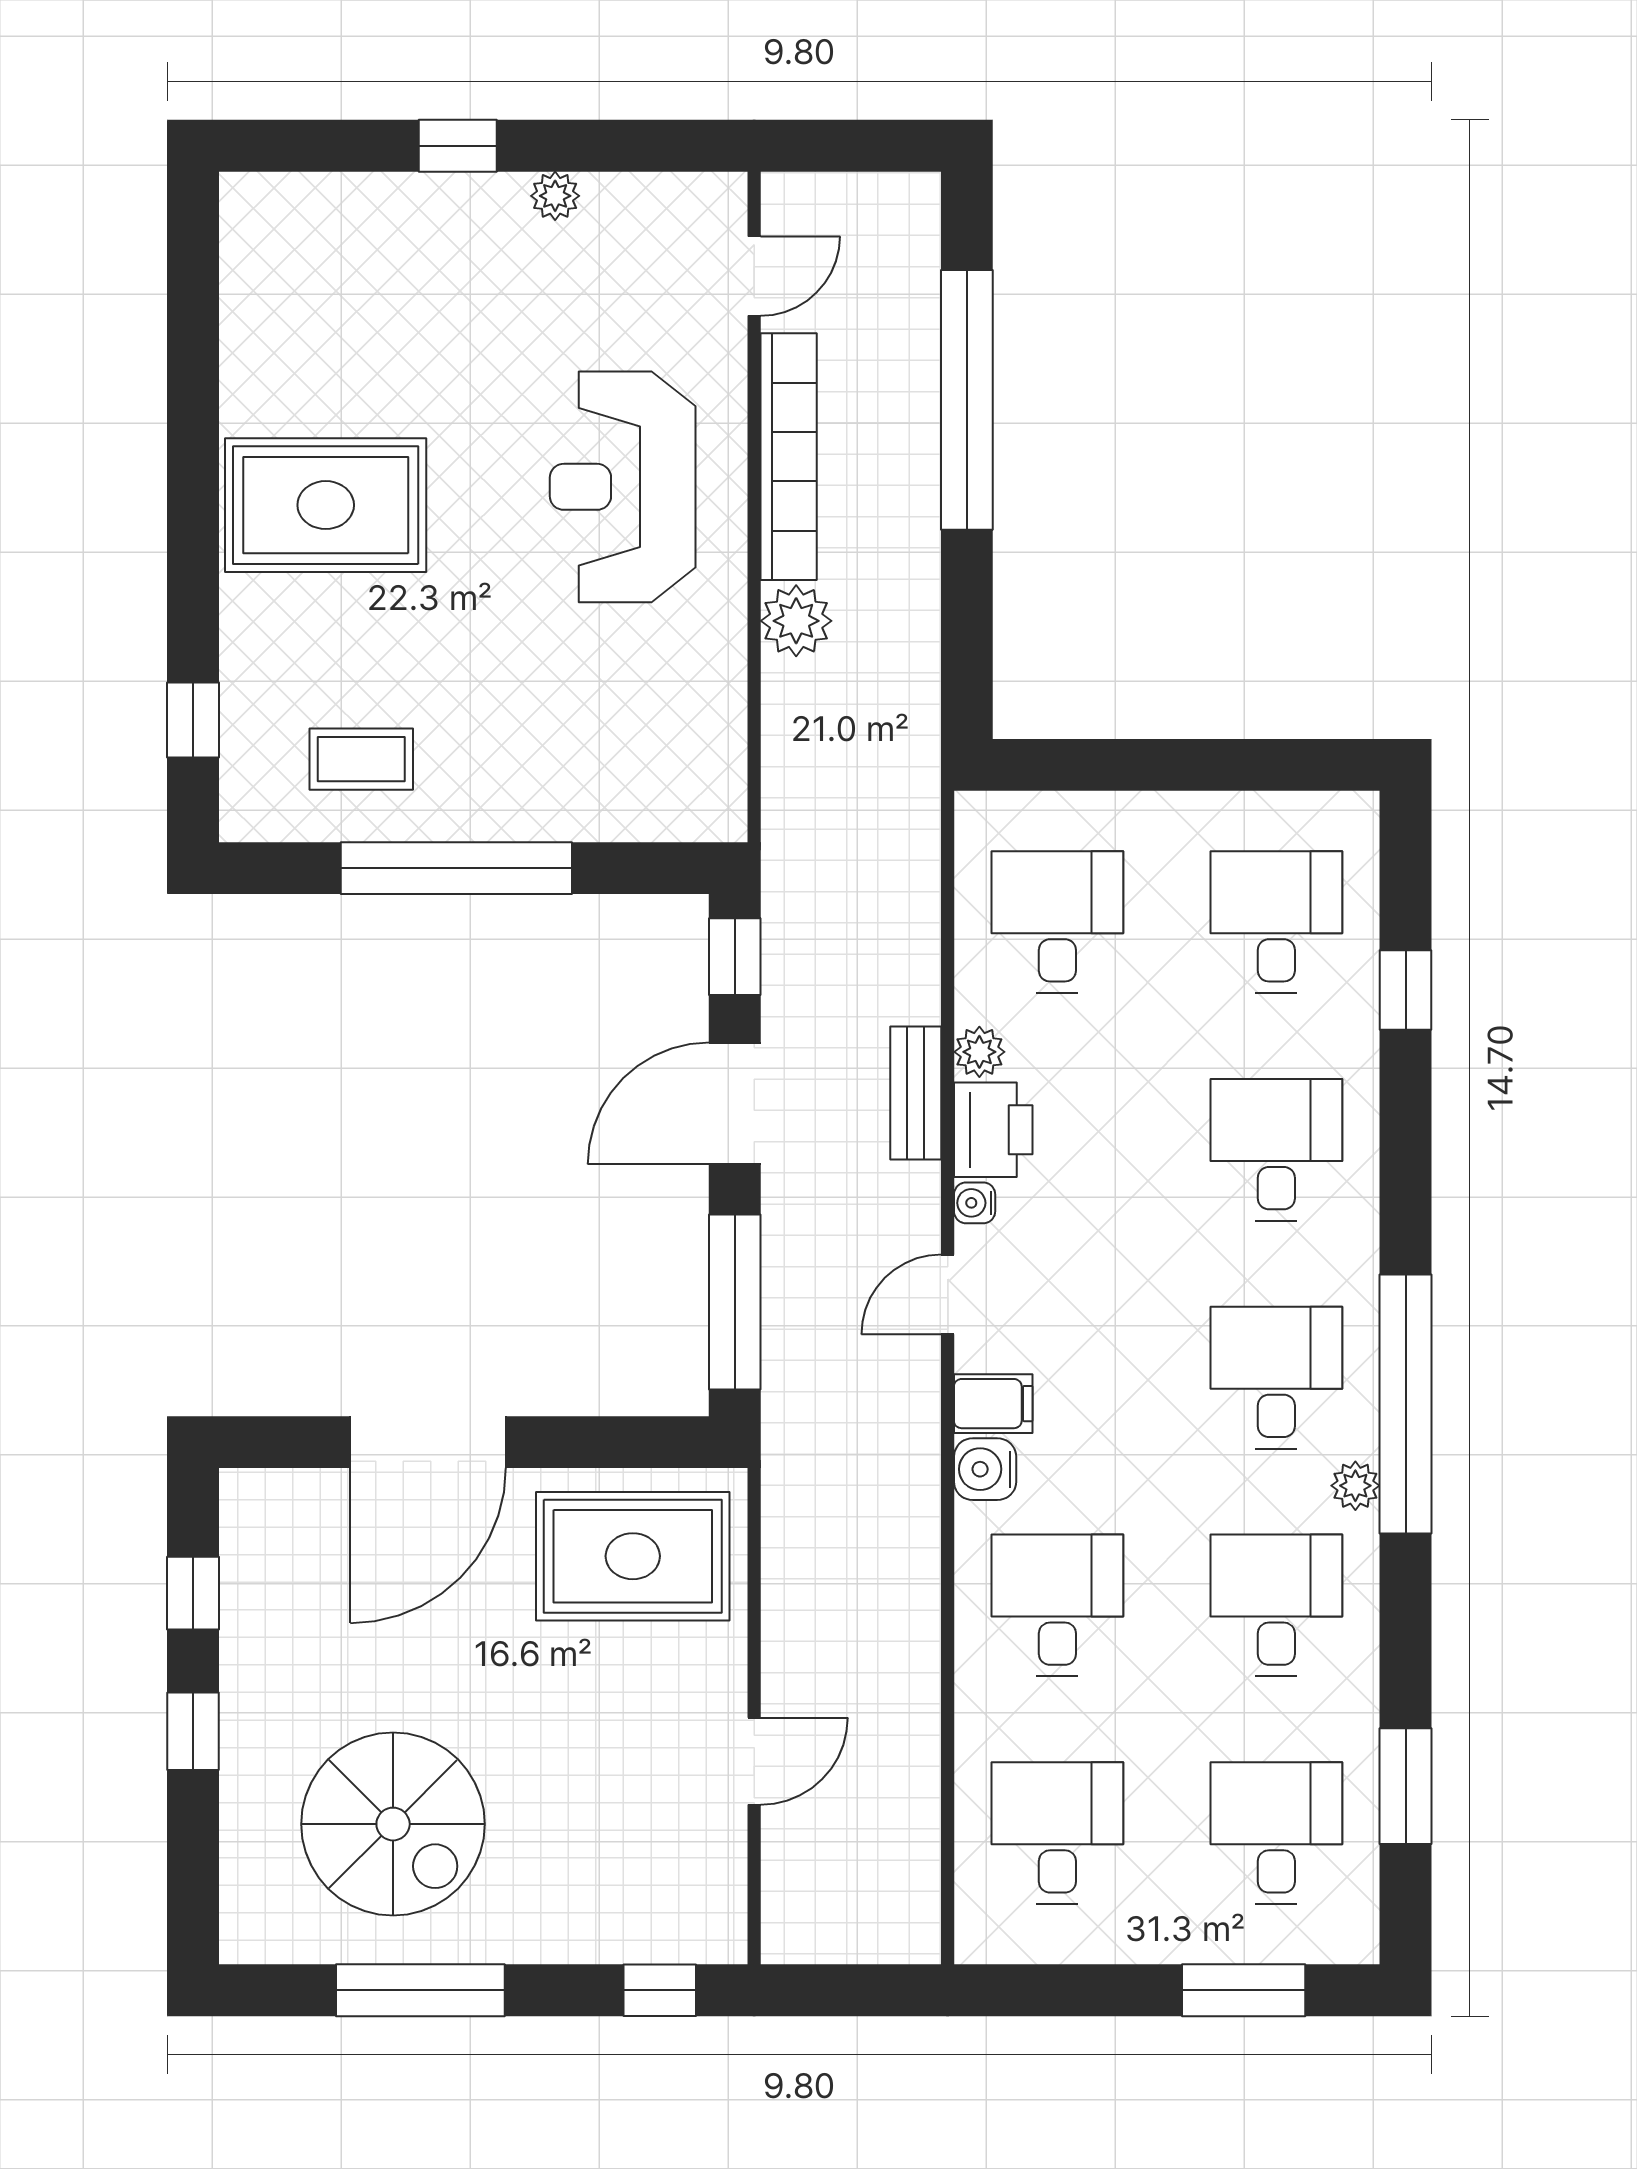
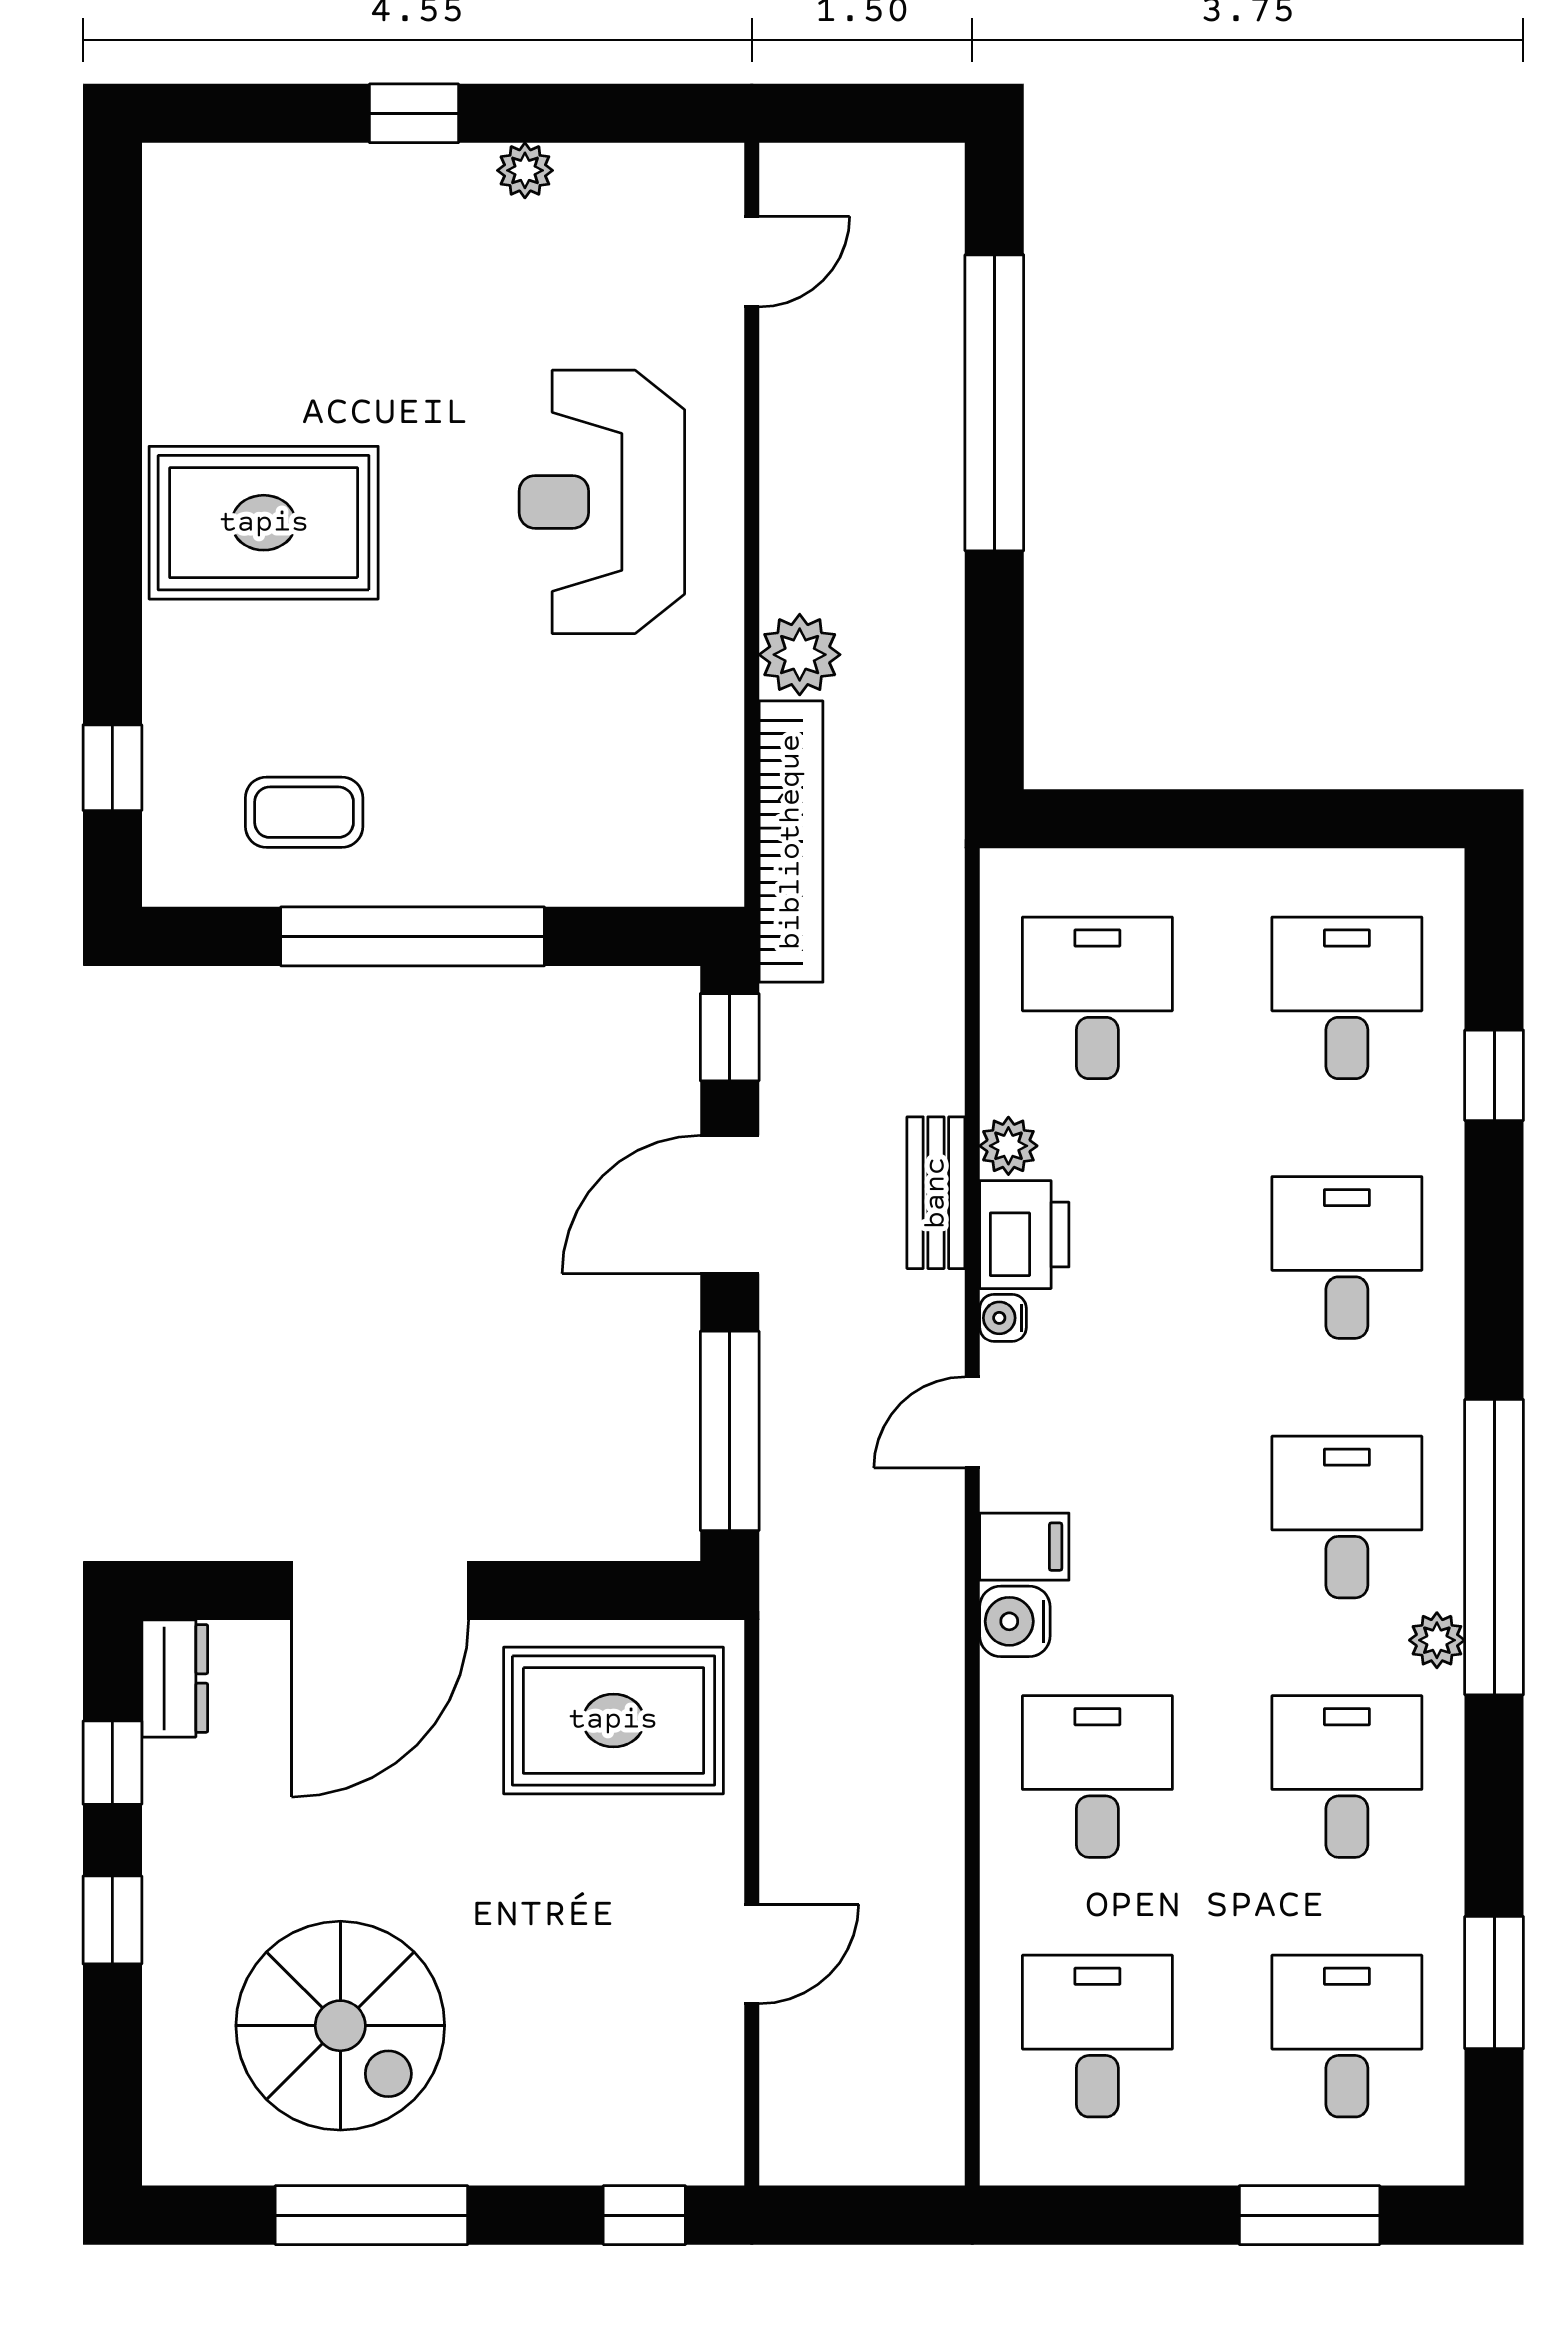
bookcase: (789, 457) -> (791, 842), moved
dresser: (248, 1519) -> (175, 1678), added

